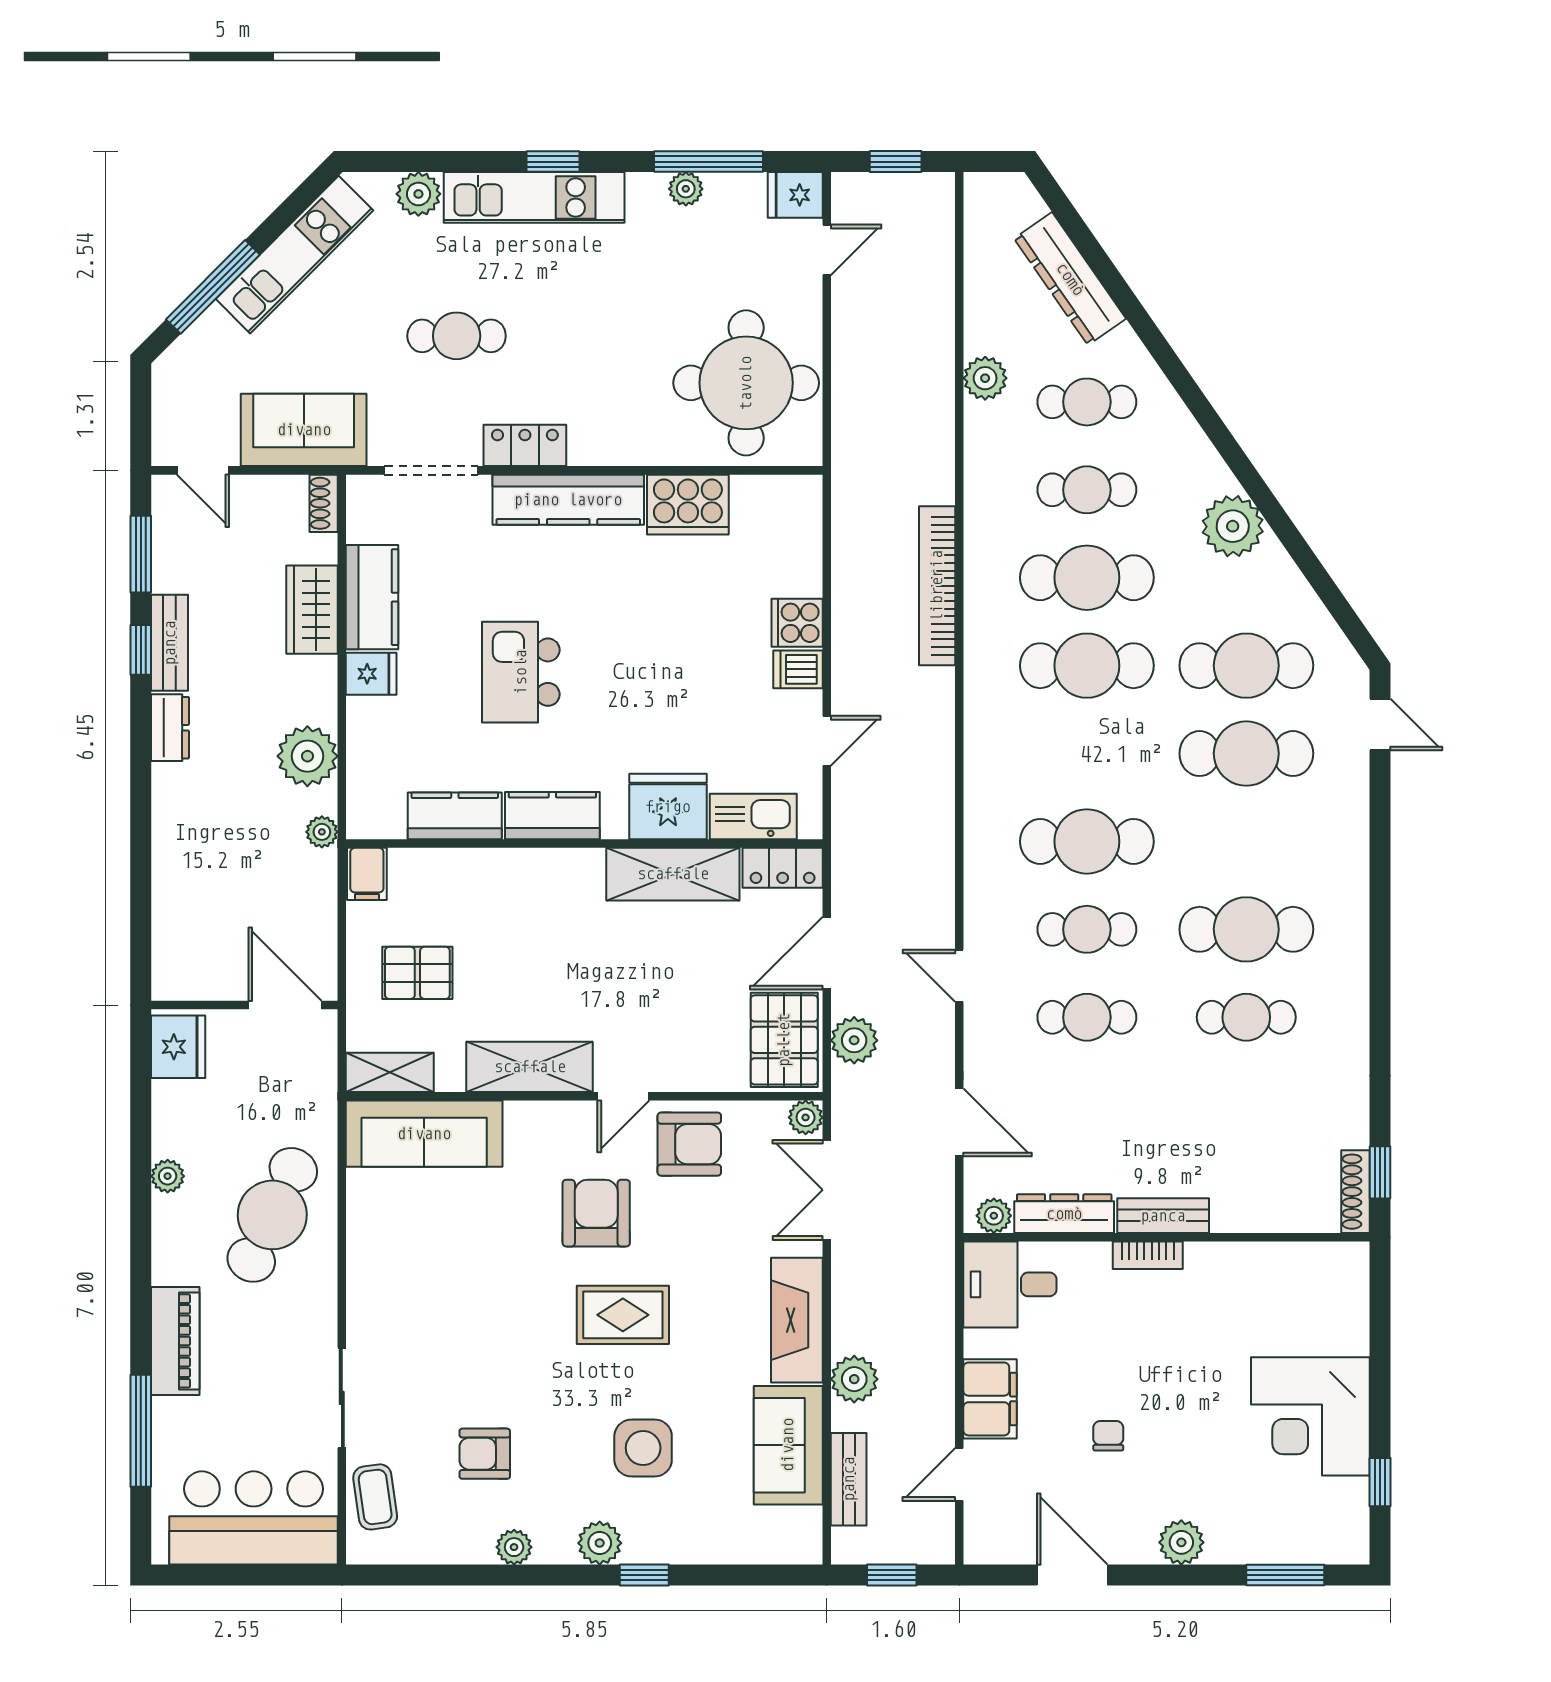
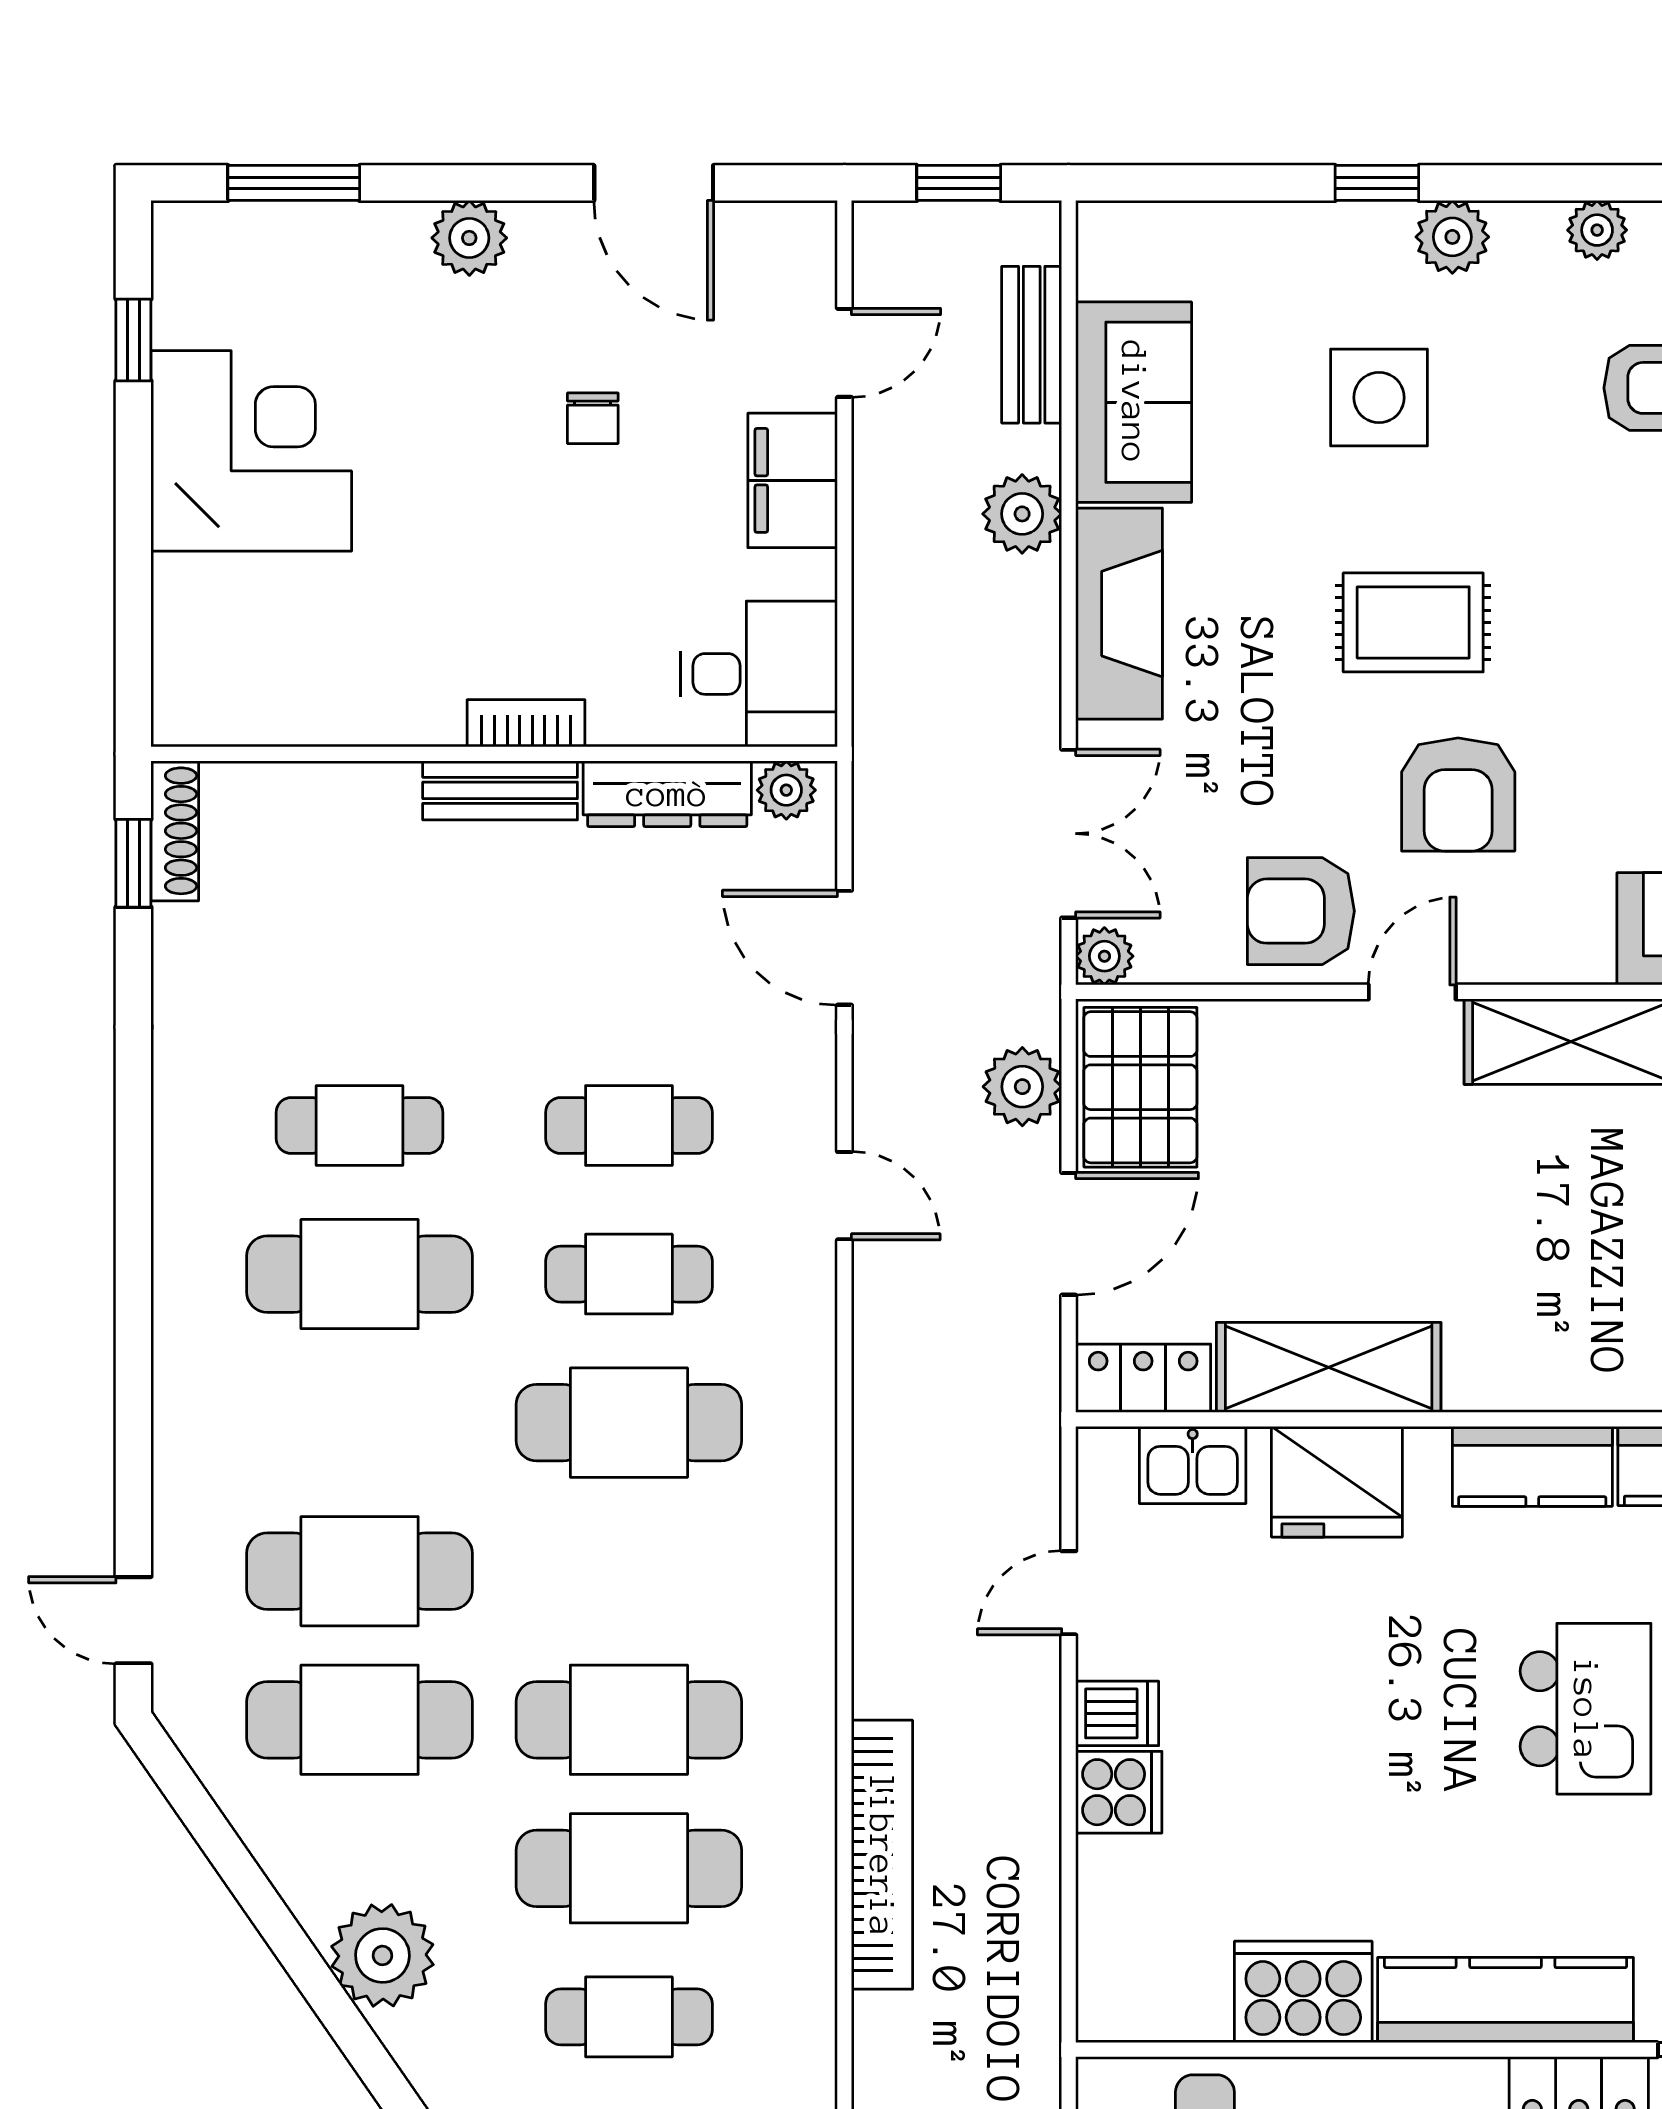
kitchen sink: (753, 816) -> (1193, 1465), width x0.73

